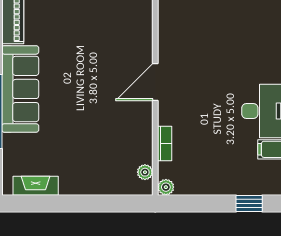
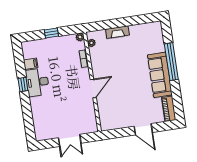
fireplace: (36, 186) -> (117, 32), moved
window: (249, 203) -> (51, 33), moved

